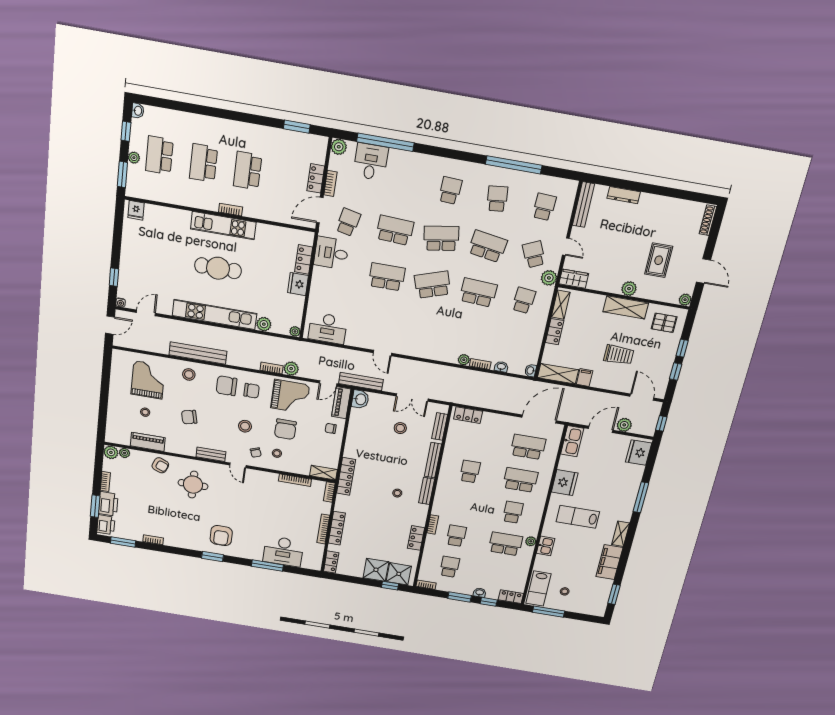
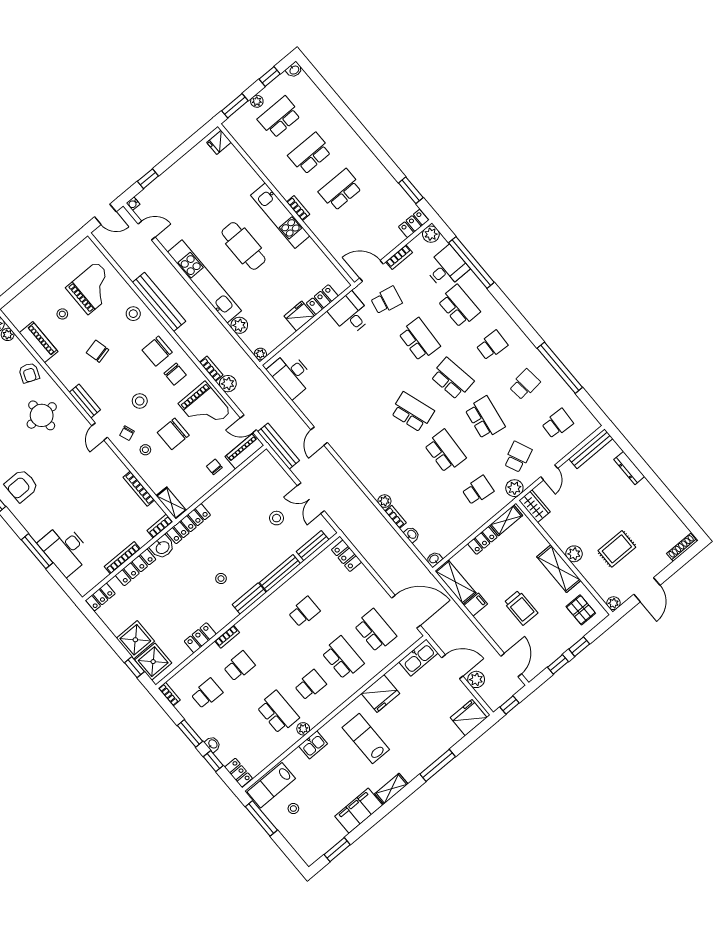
locker: (316, 178) -> (414, 223), moved
school desk: (387, 277) -> (459, 306), moved
chair: (226, 386) -> (157, 351), turned -90
washbasin: (360, 399) -> (162, 547), moved

